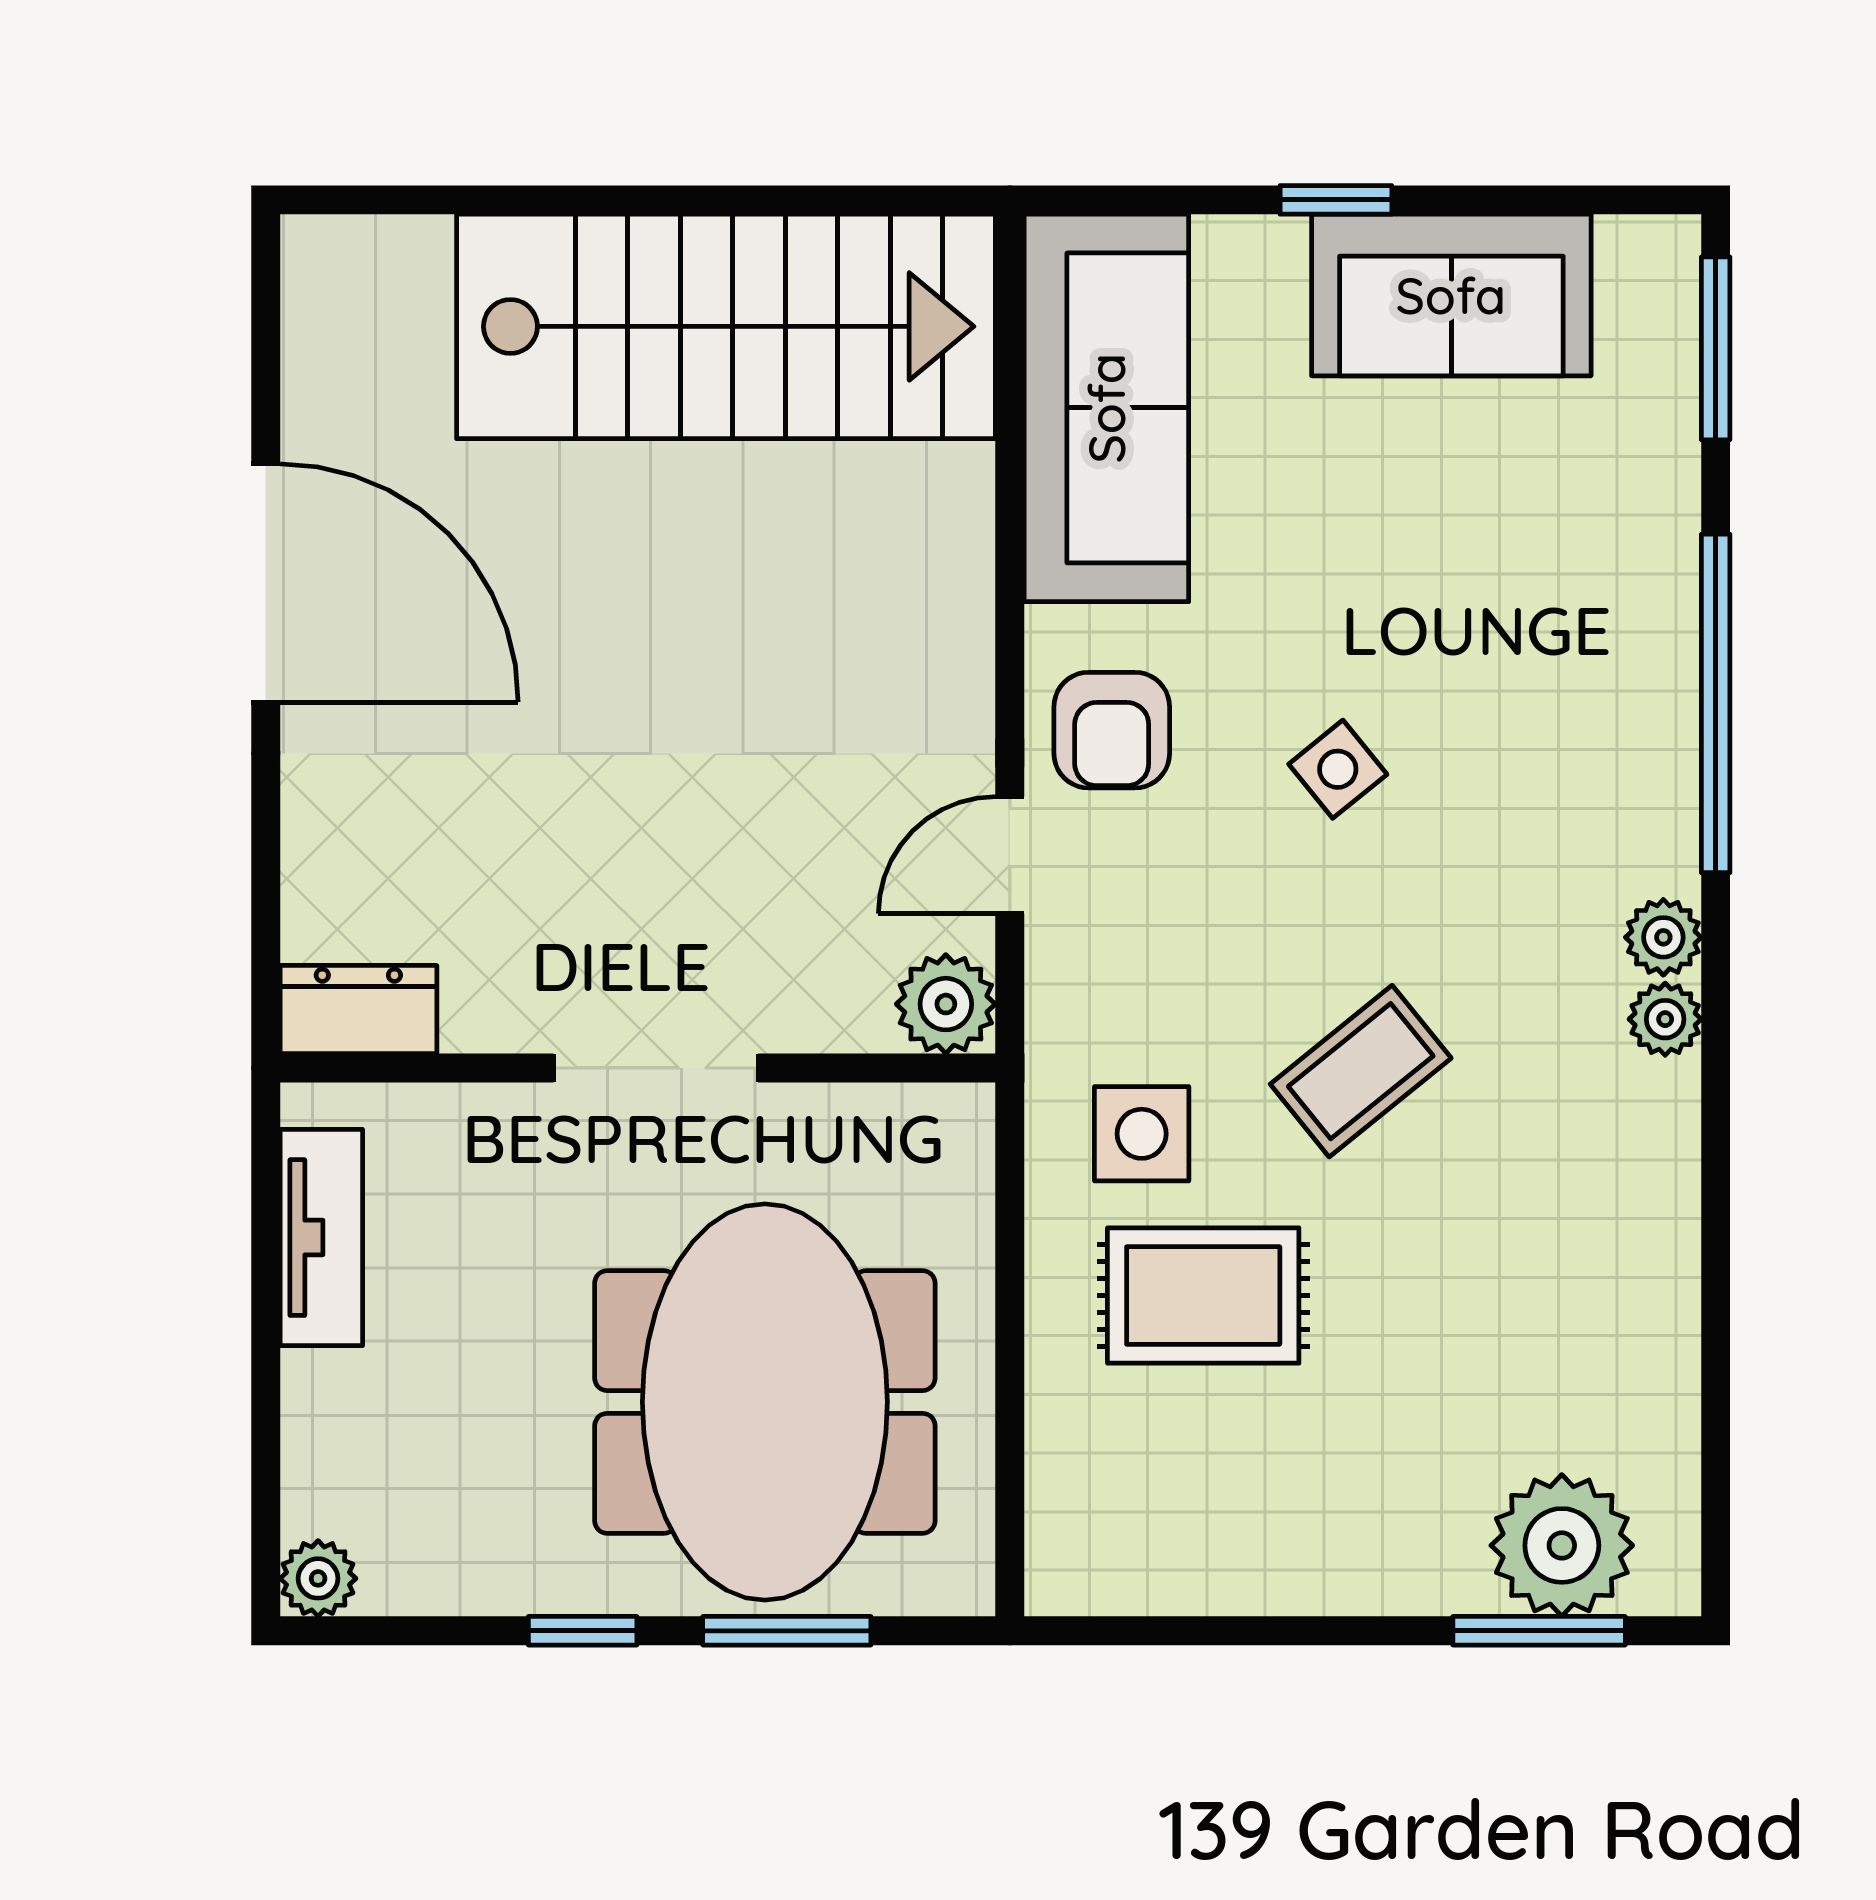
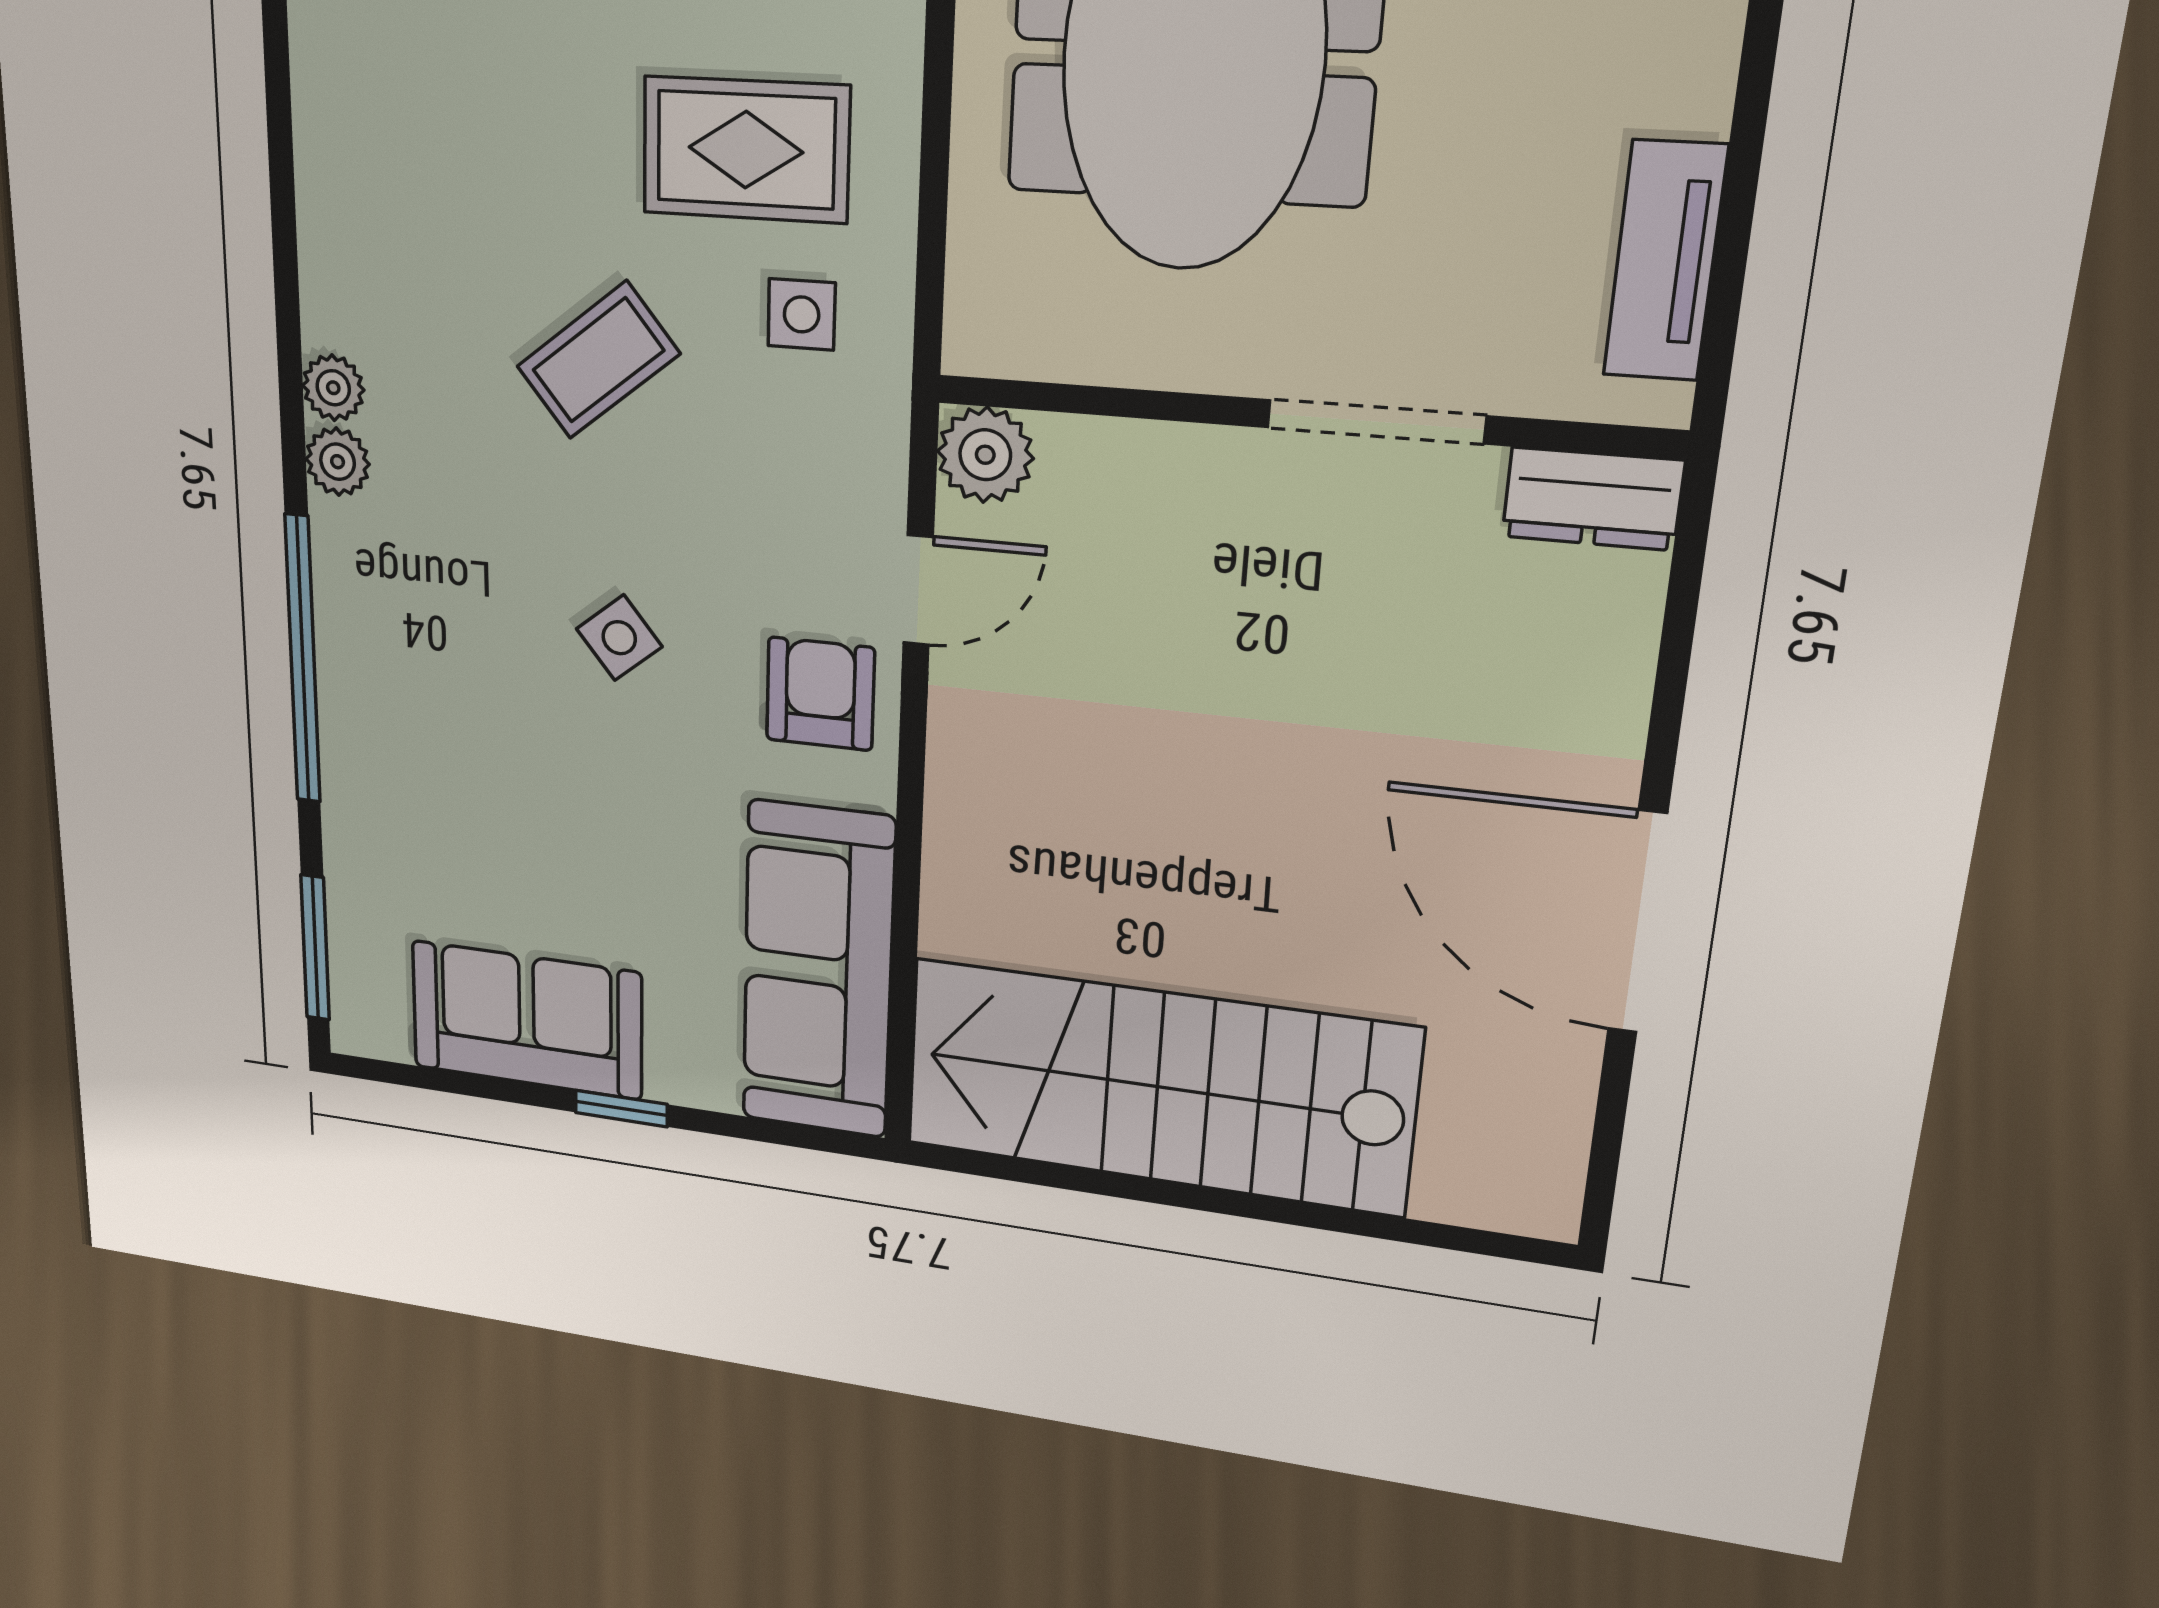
doorway: (656, 1068) -> (1376, 422), moved
side table: (1142, 1134) -> (802, 314), width x0.73, depth x0.73

